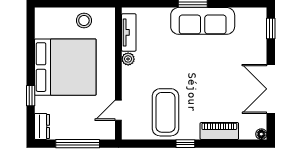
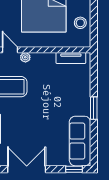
sofa: (203, 21) -> (80, 141), moved
plant: (128, 59) -> (25, 57), moved

